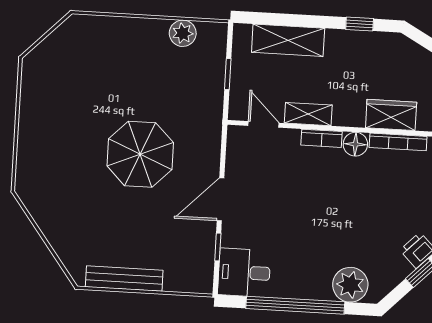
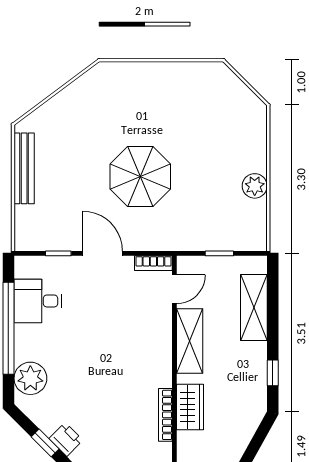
plant: (183, 33) -> (255, 186), moved
shelving: (308, 114) -> (190, 341), width x1.50, depth x1.33
bookcase: (321, 138) -> (153, 263), moved, turned -90
floor lamp: (355, 144) -> (161, 375), removed
desk: (244, 273) -> (38, 301), moved, turned -90

